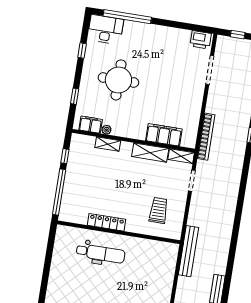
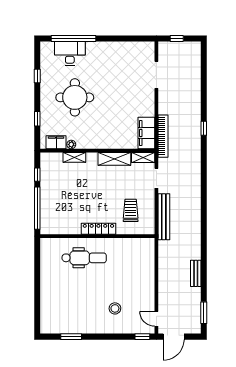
desk: (106, 29) -> (70, 53), moved
printer: (201, 40) -> (144, 49), removed
filing cabinet: (164, 135) -> (146, 133), moved, turned -90
locker: (106, 222) -> (98, 229), moved
bench: (188, 251) -> (164, 217), moved

